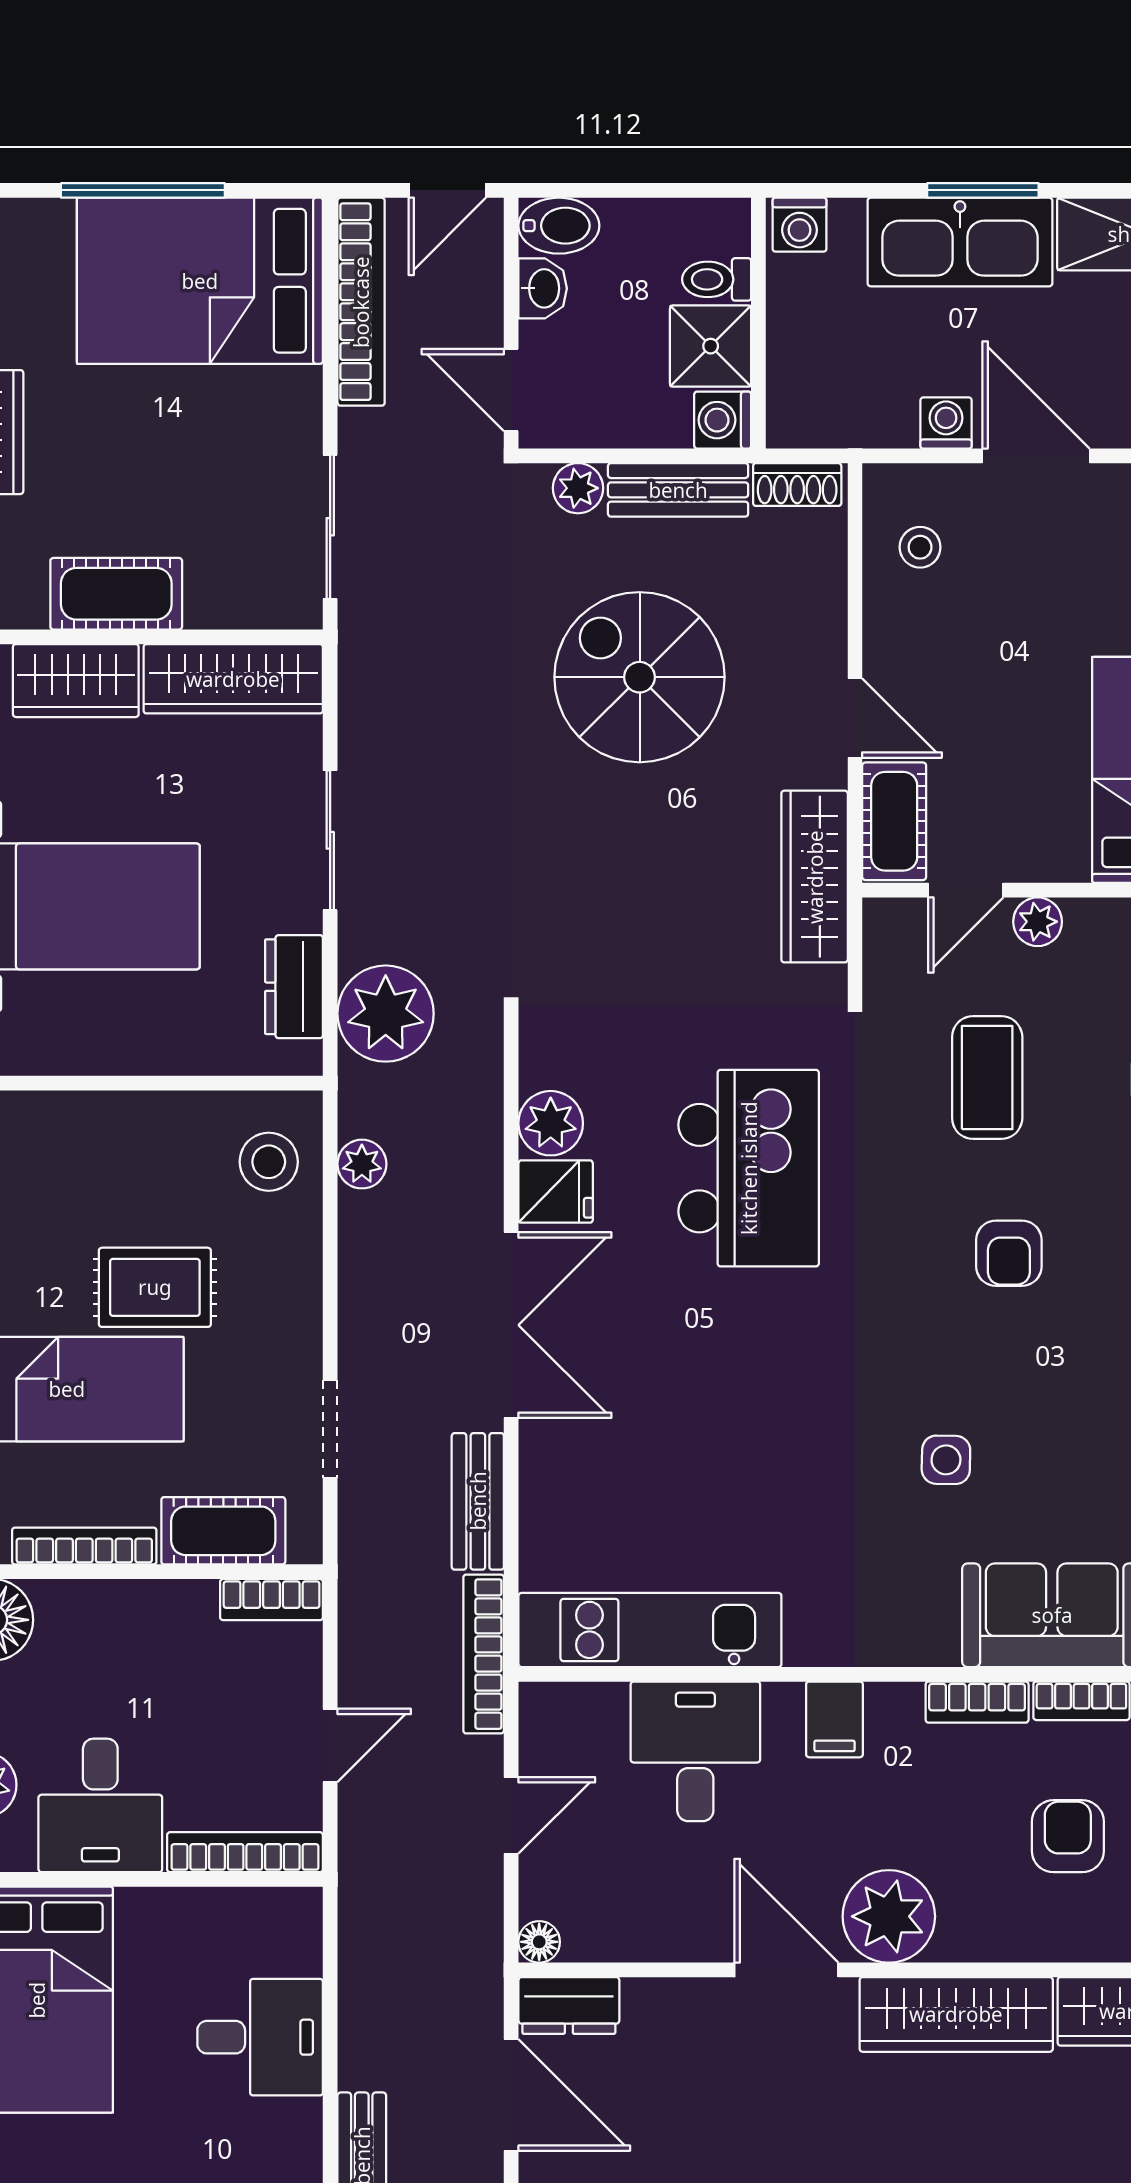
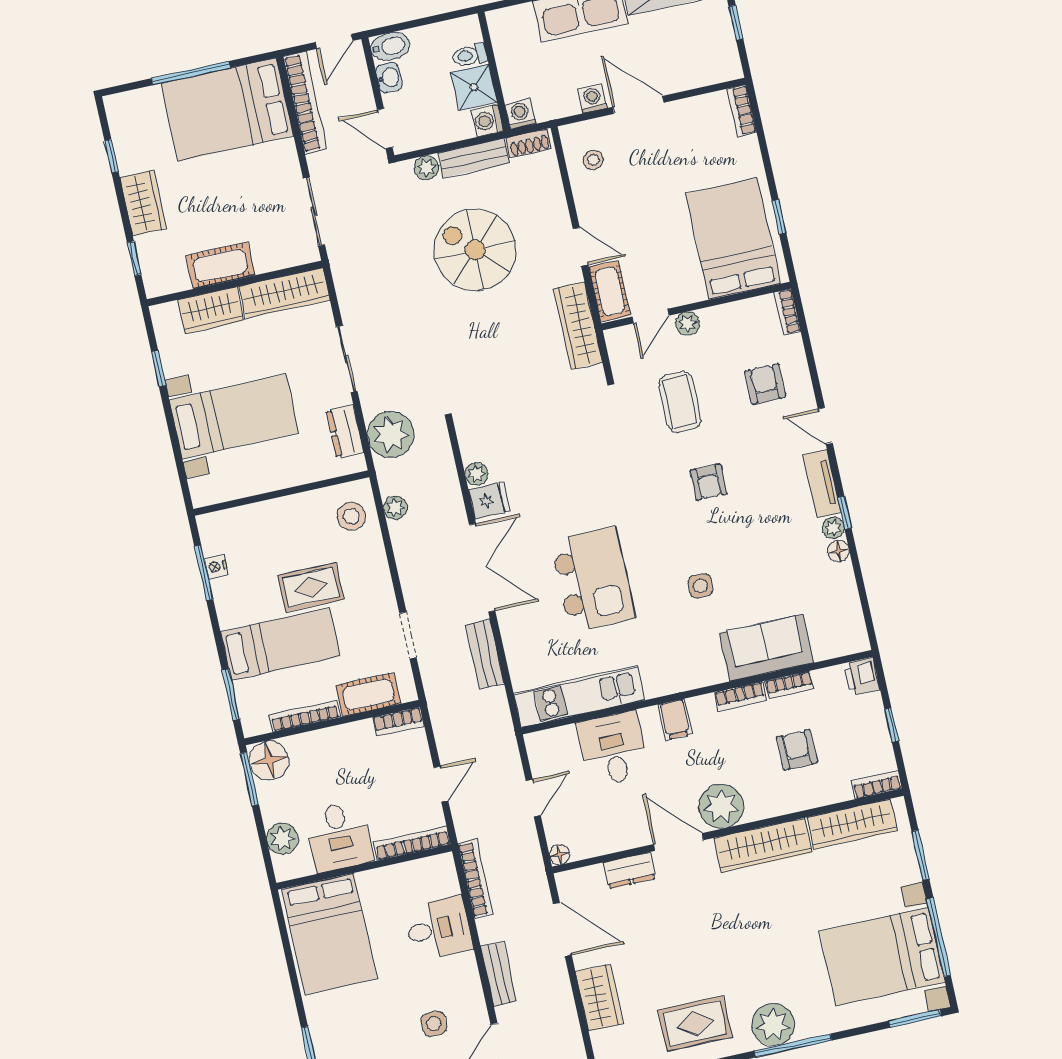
washing machine: (800, 225) -> (520, 114), moved, turned 180
plant: (551, 1123) -> (476, 474), width x0.73, depth x0.73
kitchen island: (749, 1168) -> (593, 580), moved
bookcase: (484, 1654) -> (476, 879), moved, turned 180
dresser: (569, 2005) -> (629, 871), moved

